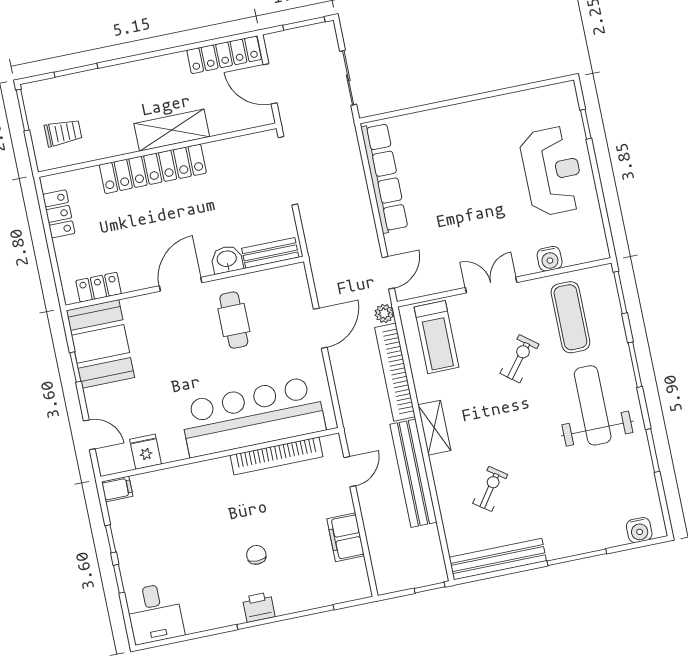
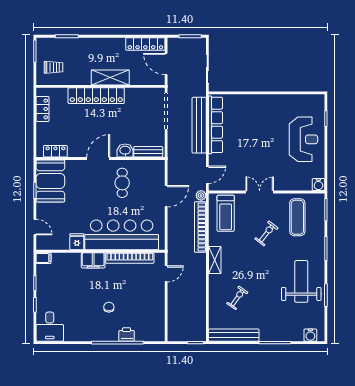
water cooler: (550, 259) -> (318, 185), moved
weight bench: (593, 405) -> (301, 281), moved
fridge: (145, 452) -> (77, 242), moved
bench: (413, 473) -> (199, 125), moved
filing cabinet: (346, 537) -> (93, 260), moved, turned -90
printer: (259, 607) -> (127, 334), moved

